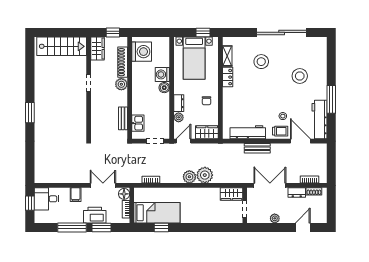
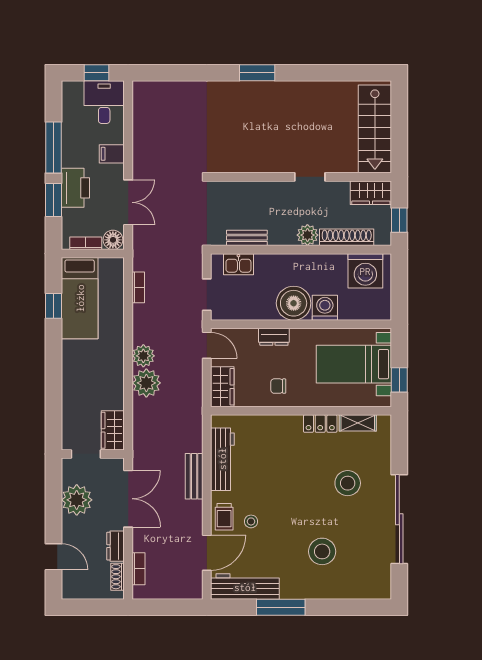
boiler: (164, 88) -> (294, 303), width x1.86, depth x1.86
plant: (179, 117) -> (249, 337), removed
plant: (275, 218) -> (77, 500), width x1.88, depth x1.88

